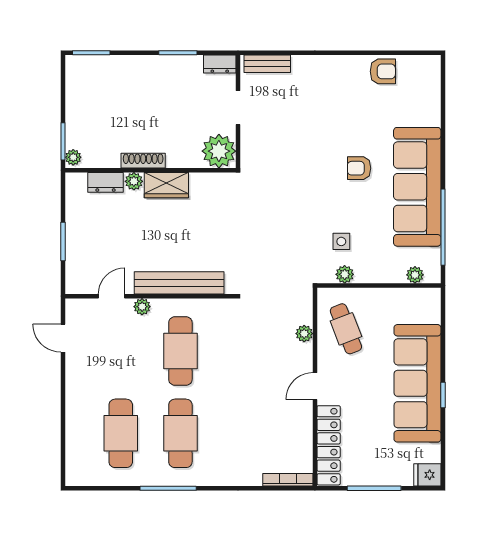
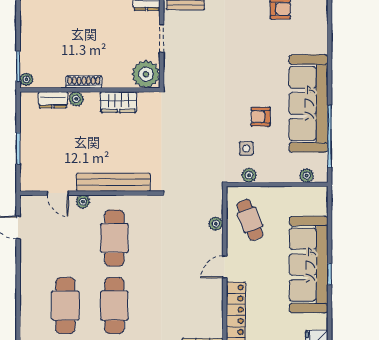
armchair: (359, 168) -> (261, 117), moved
wardrobe: (166, 185) -> (118, 102), moved
door: (111, 296) -> (58, 193), swing flipped

